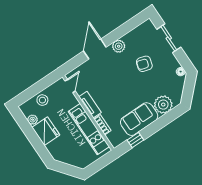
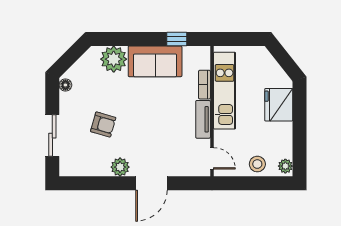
door: (70, 86) -> (212, 158), swing flipped
plant: (33, 120) -> (285, 166), moved
fridge: (46, 131) -> (279, 105), moved

